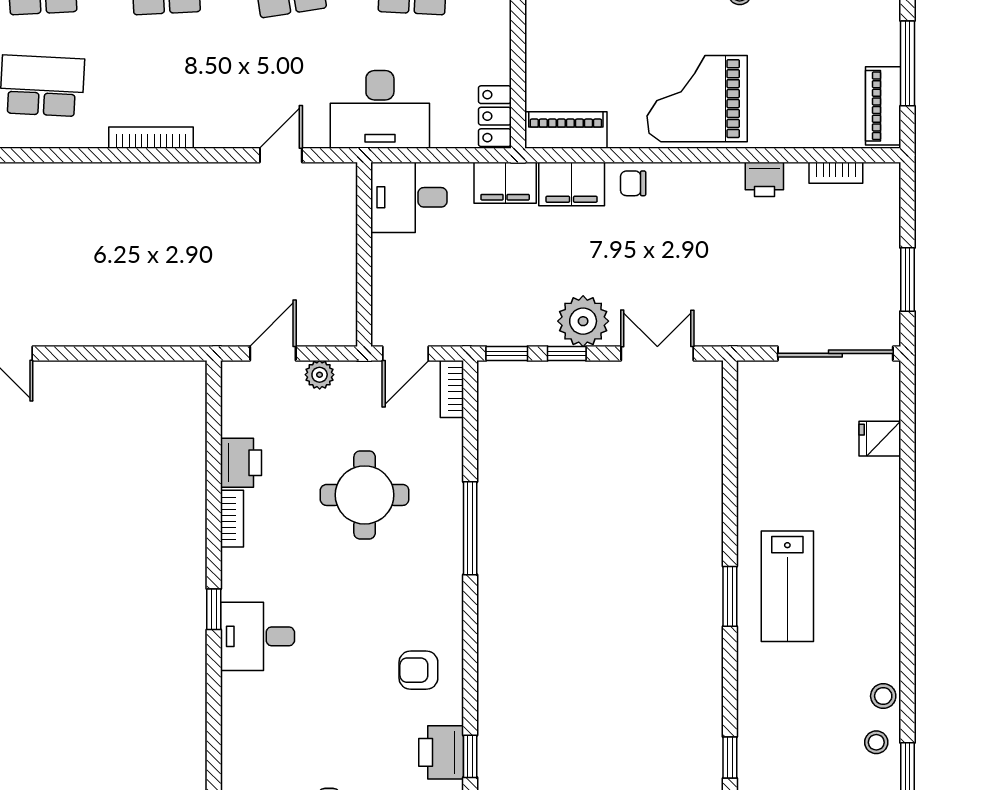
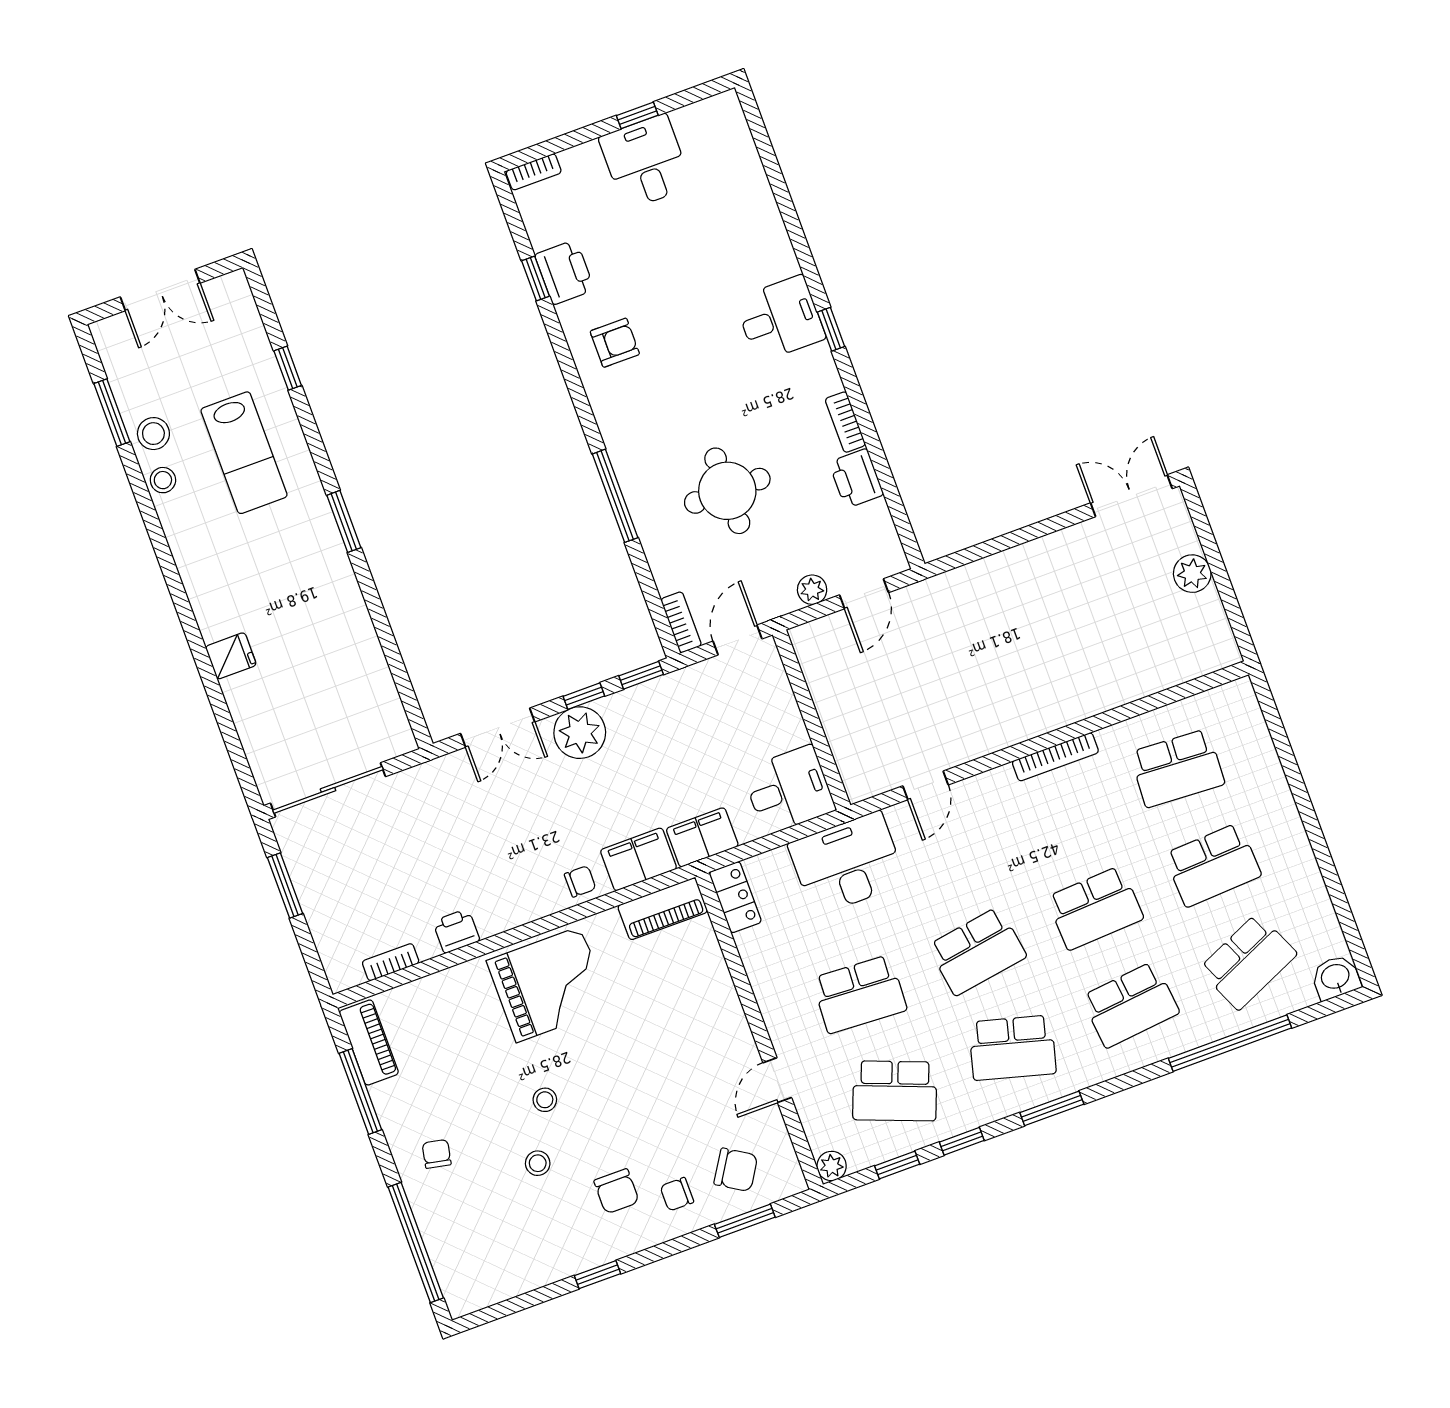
fridge: (880, 439) -> (231, 656), moved
lab bench: (787, 586) -> (244, 453), moved, turned 180
stool: (876, 742) -> (153, 434), width x1.37, depth x1.37

